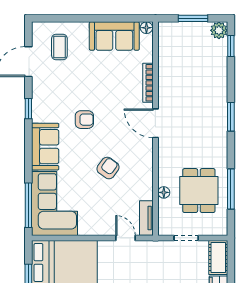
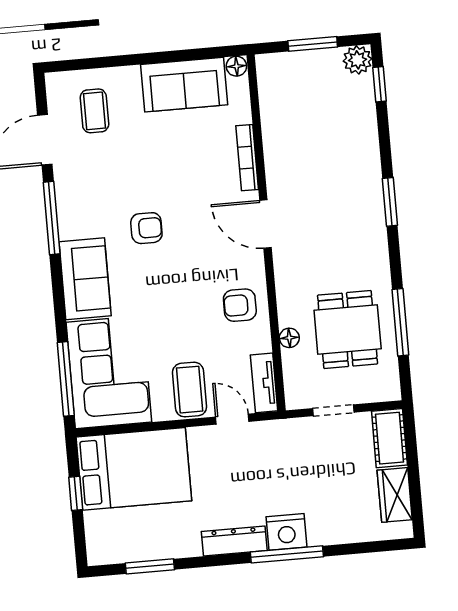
window: (28, 109) -> (52, 218), width x2.17
armchair: (108, 168) -> (240, 305), moved, turned -126
coffee table: (102, 218) -> (190, 390), added

